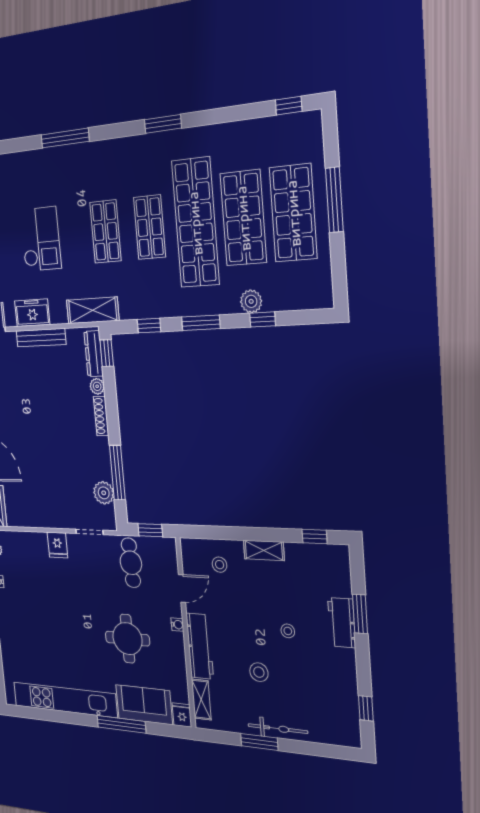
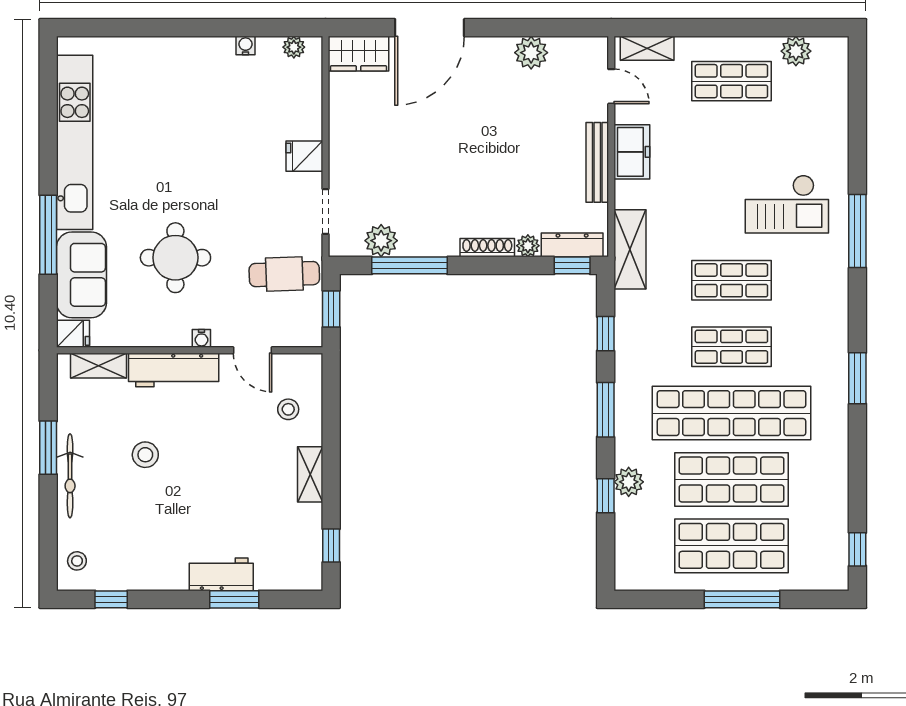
checkout: (41, 239) -> (787, 204), moved
stool: (288, 631) -> (77, 561), moved

